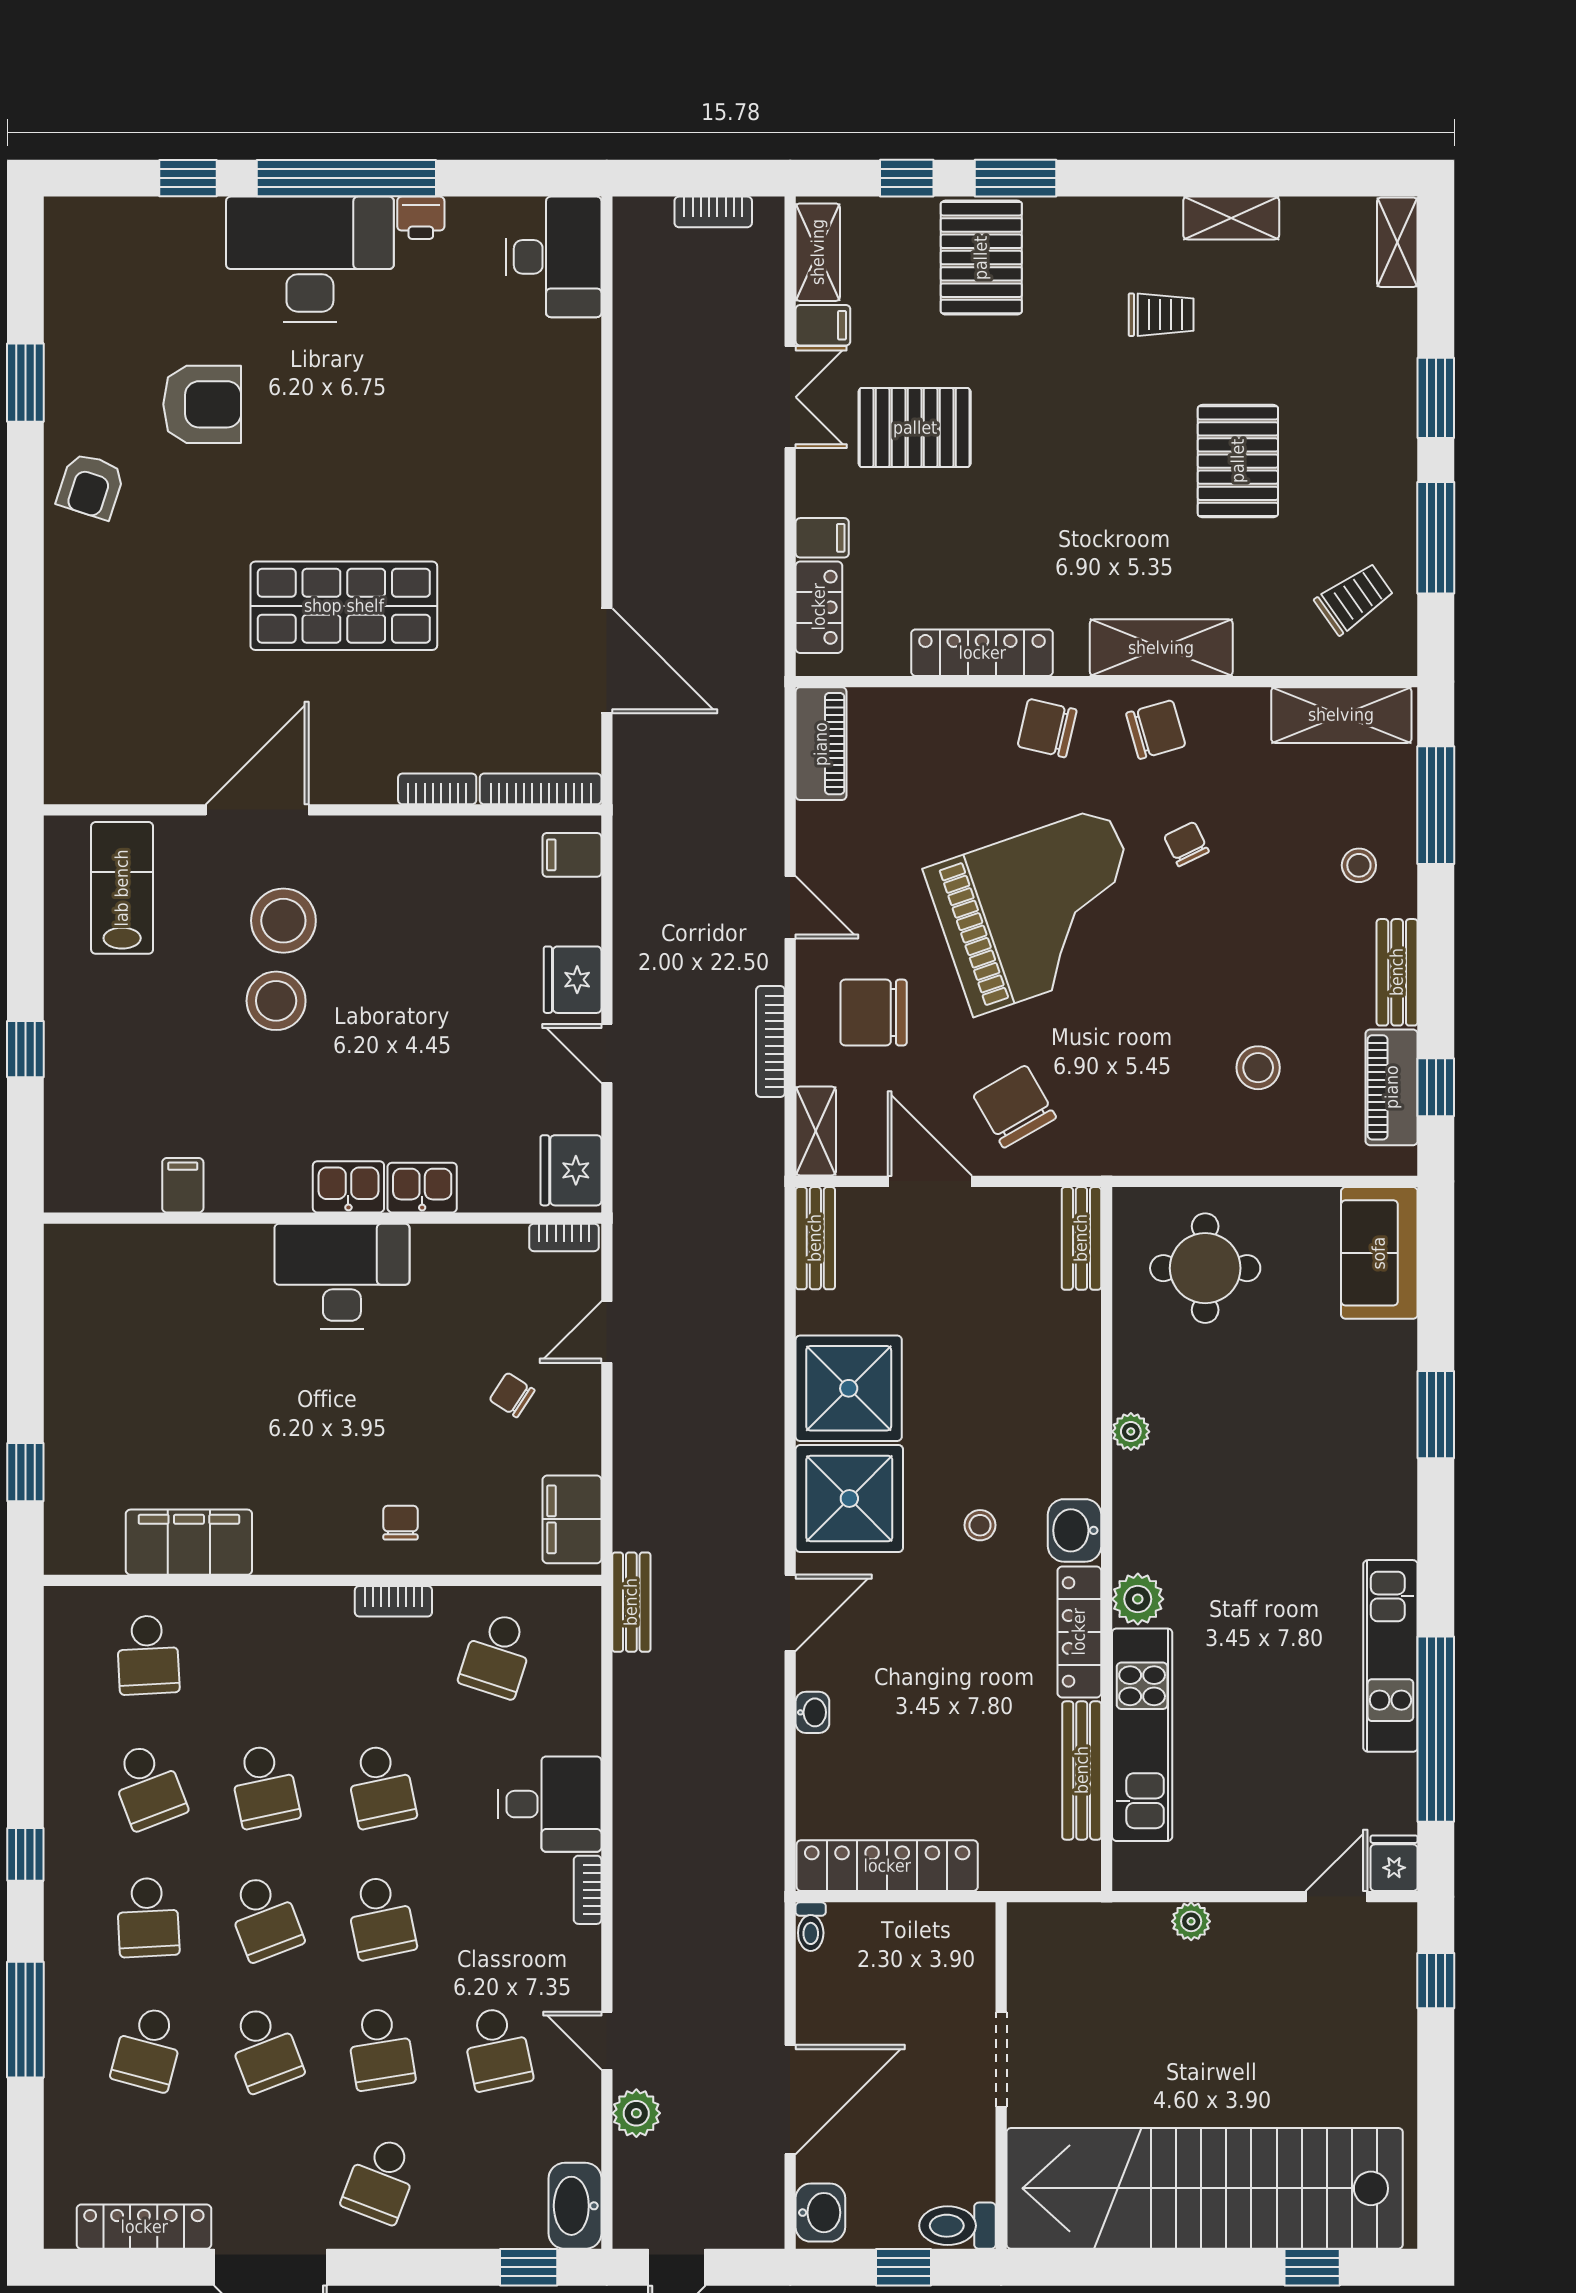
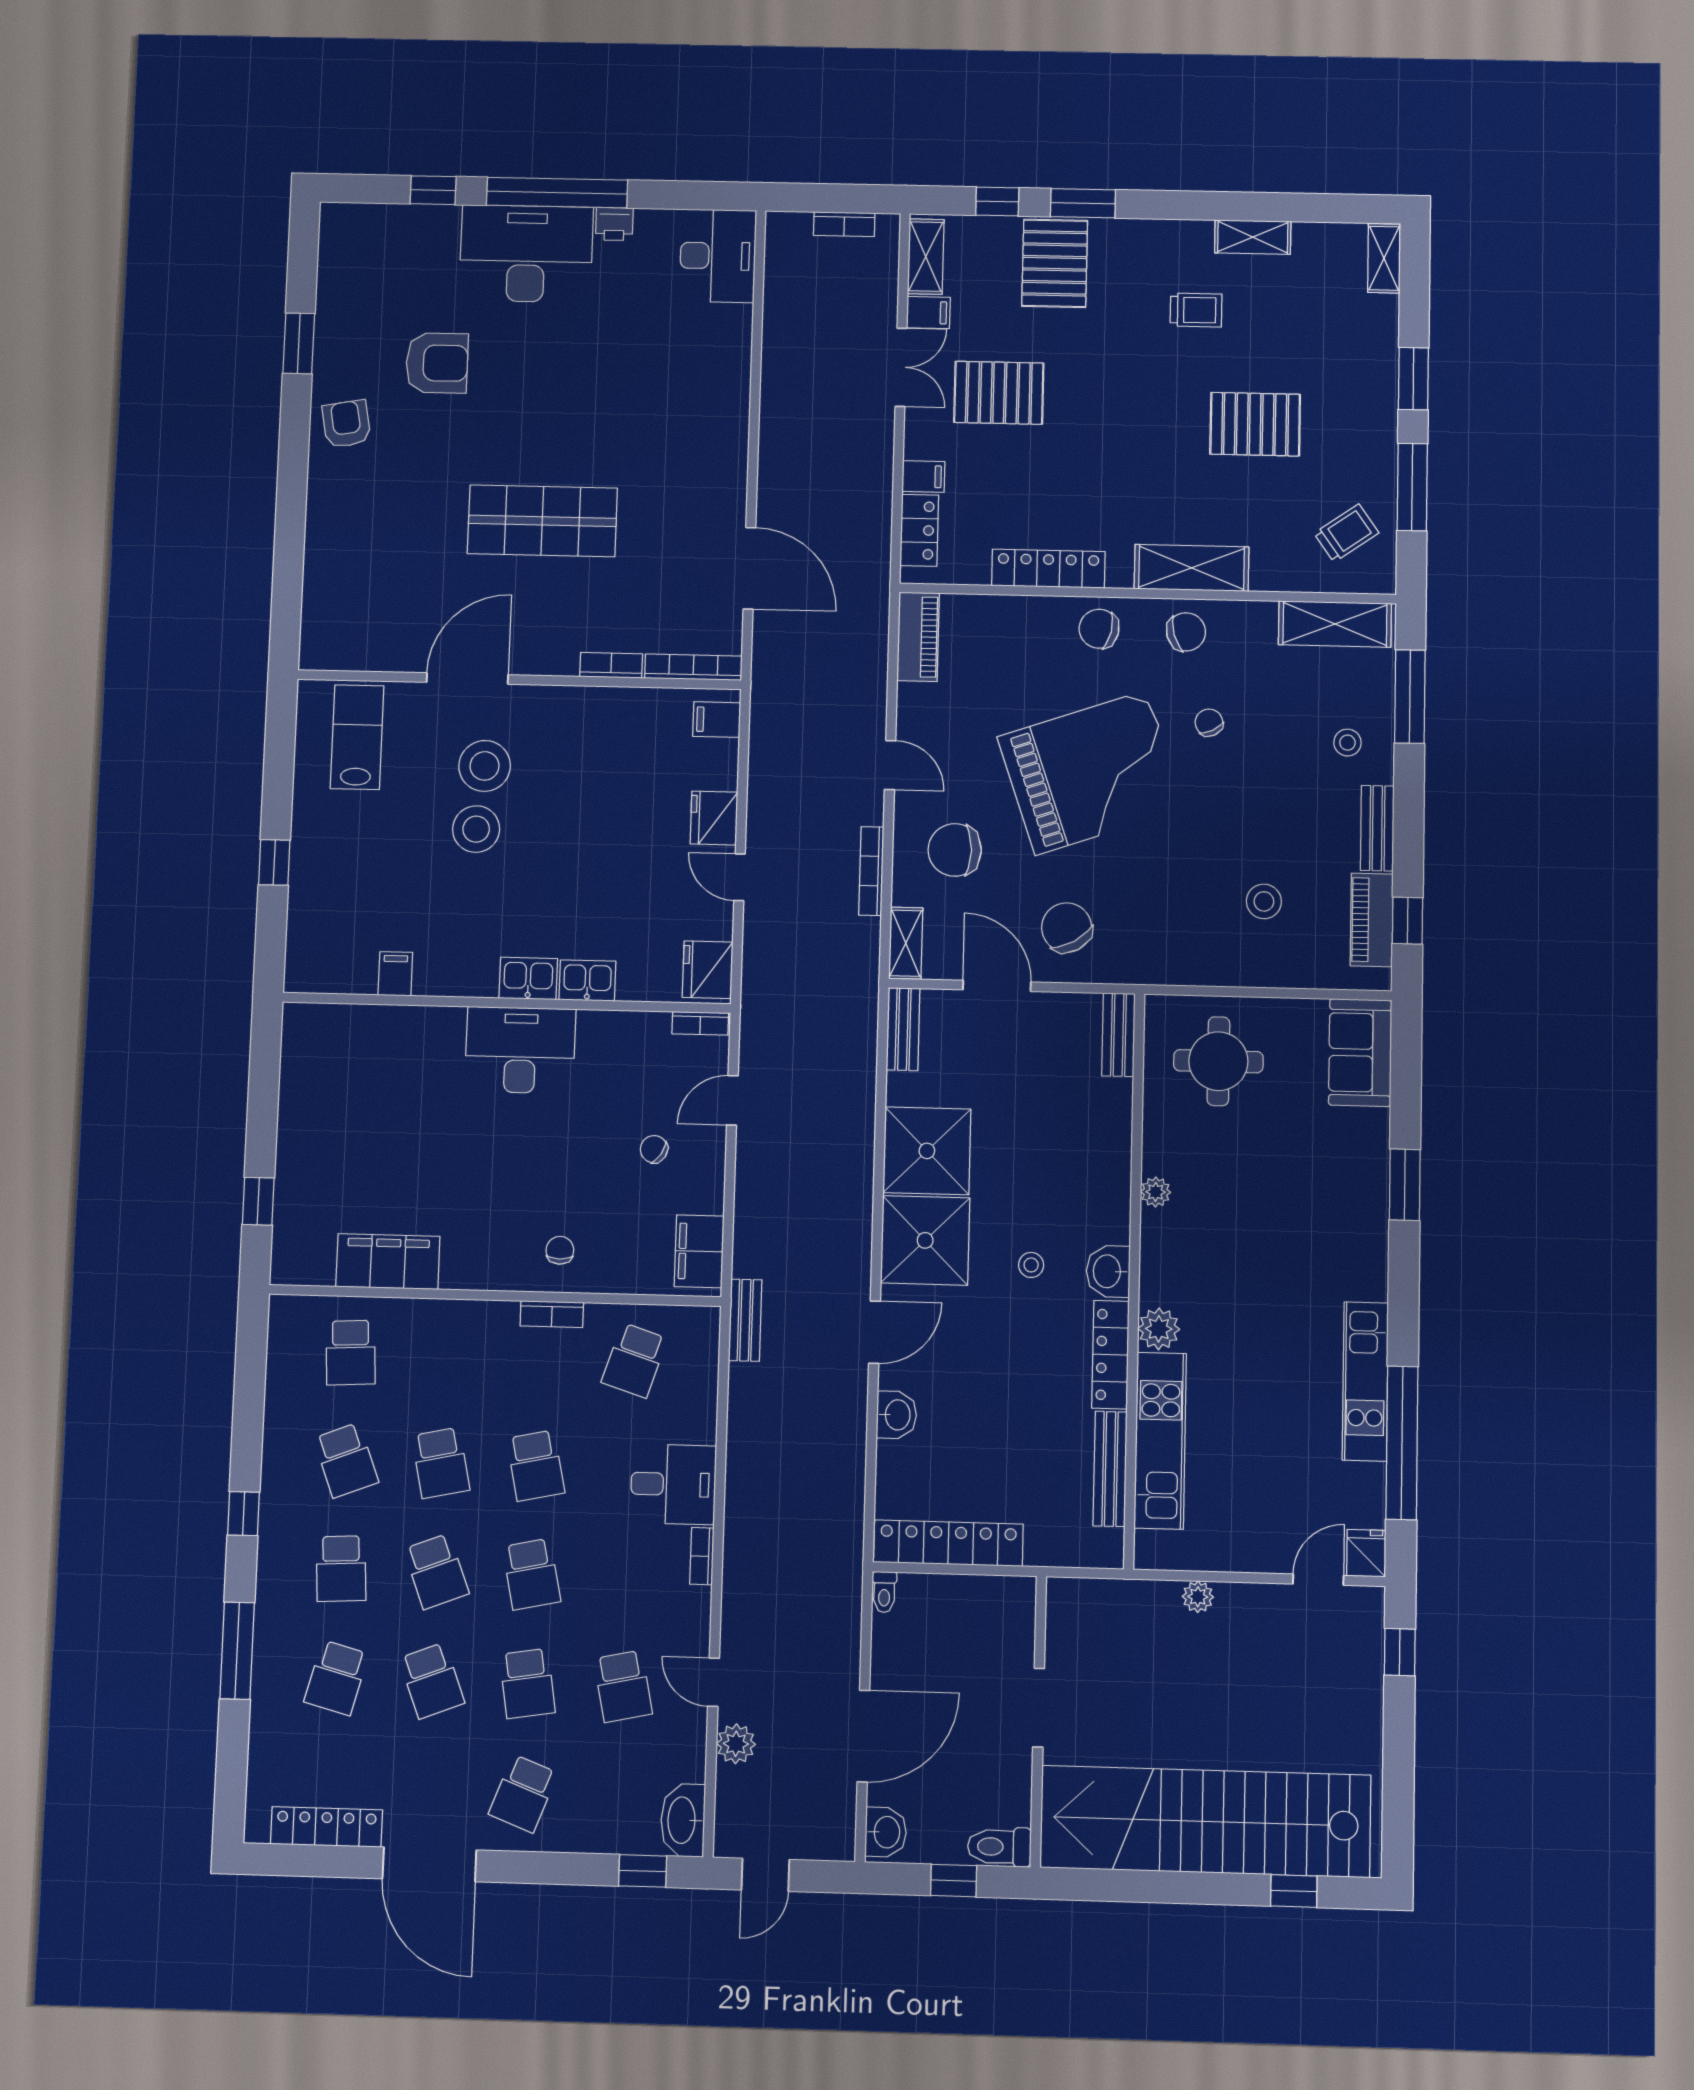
pallet: (1238, 461) -> (1255, 424), turned 90
armchair: (91, 486) -> (346, 424), turned 152
washbasin: (812, 1712) -> (897, 1415), width x1.38, depth x1.45

